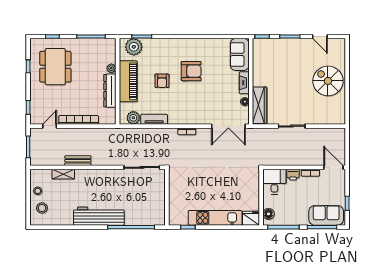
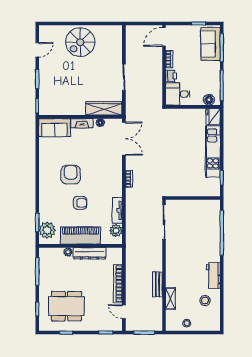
stool: (42, 208) -> (205, 301), moved
workbench: (99, 216) -> (213, 275), width x0.53, depth x0.76

